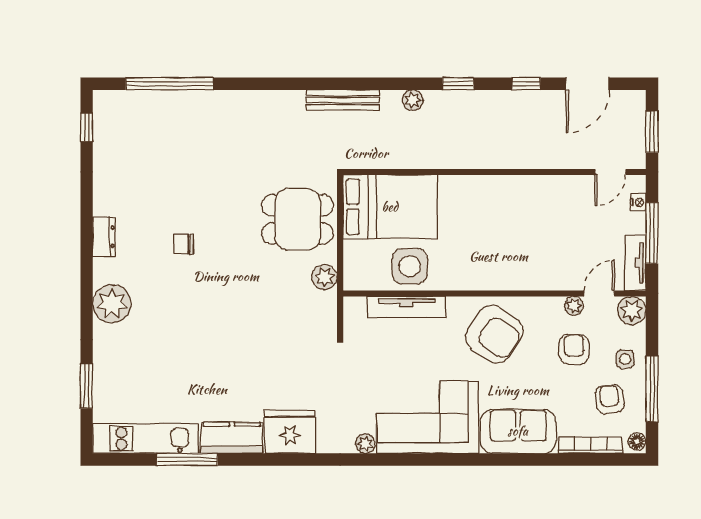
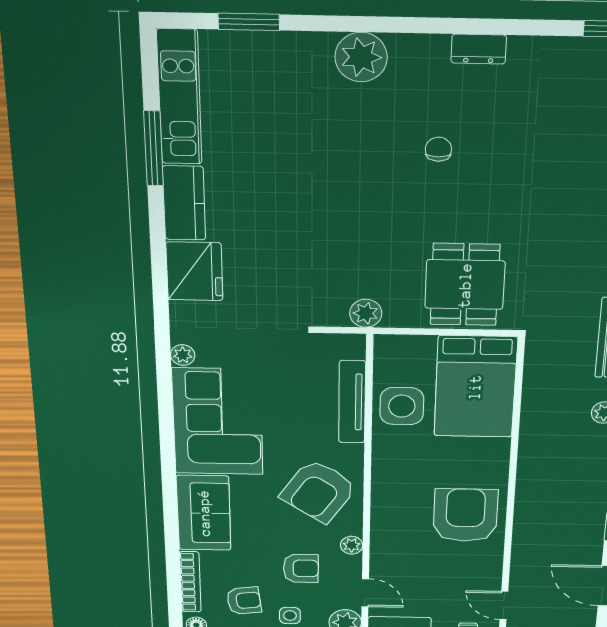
armchair: (516, 210) -> (465, 515), added
dresser: (104, 237) -> (479, 49), moved
plant: (325, 277) -> (366, 313), moved
plant: (574, 306) -> (352, 545), moved

